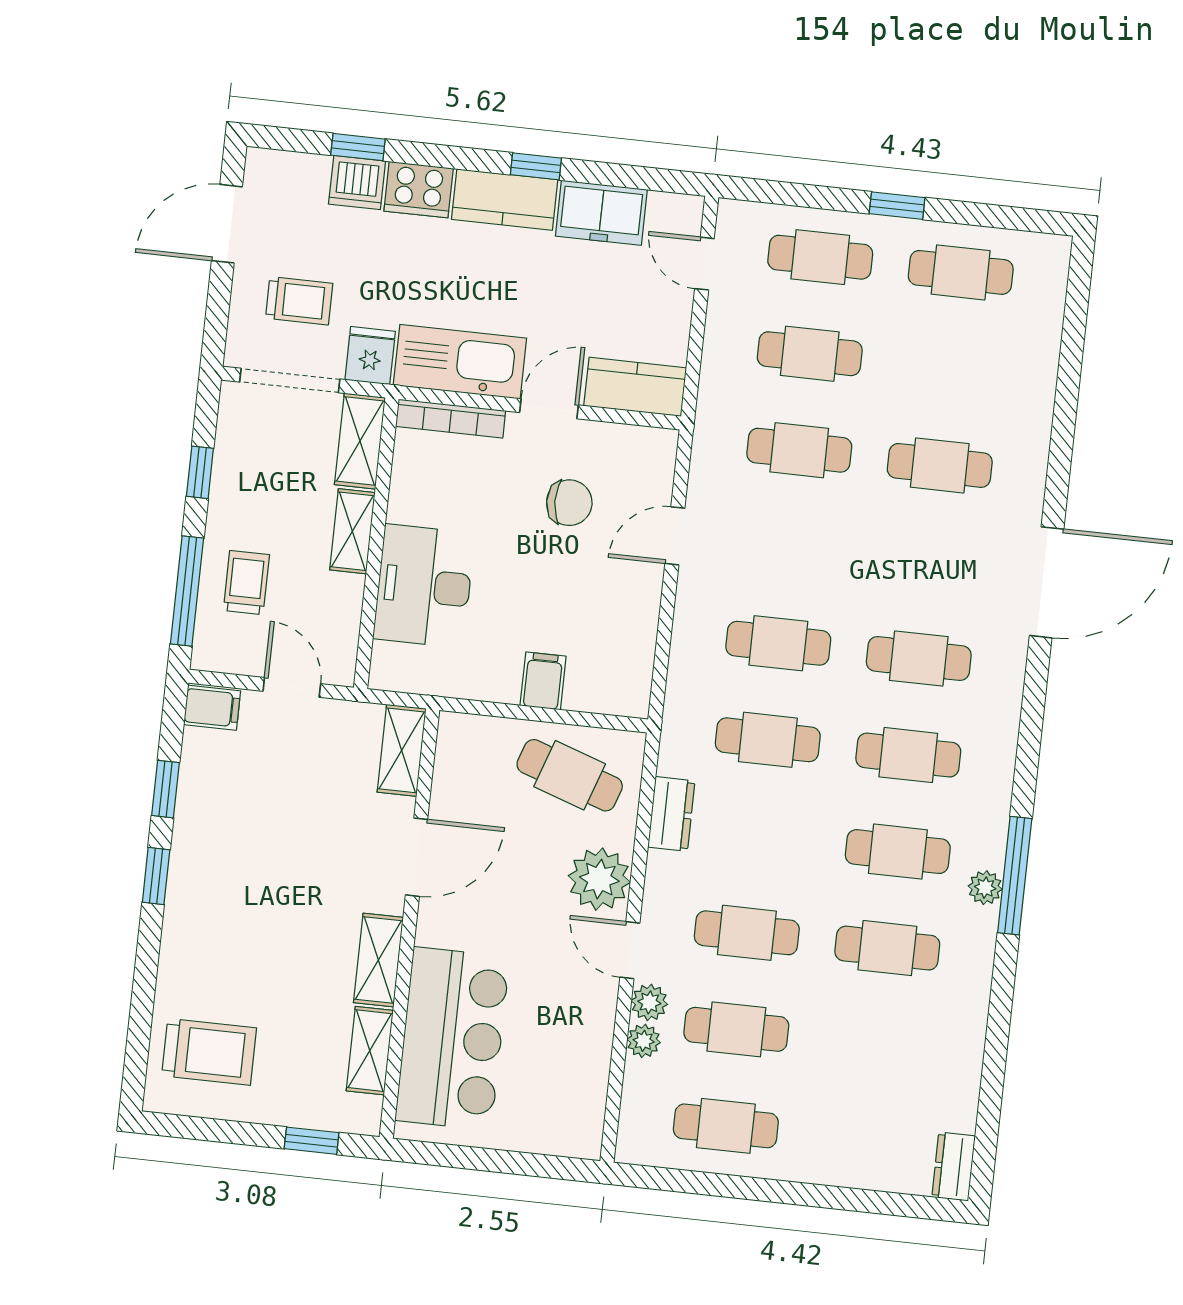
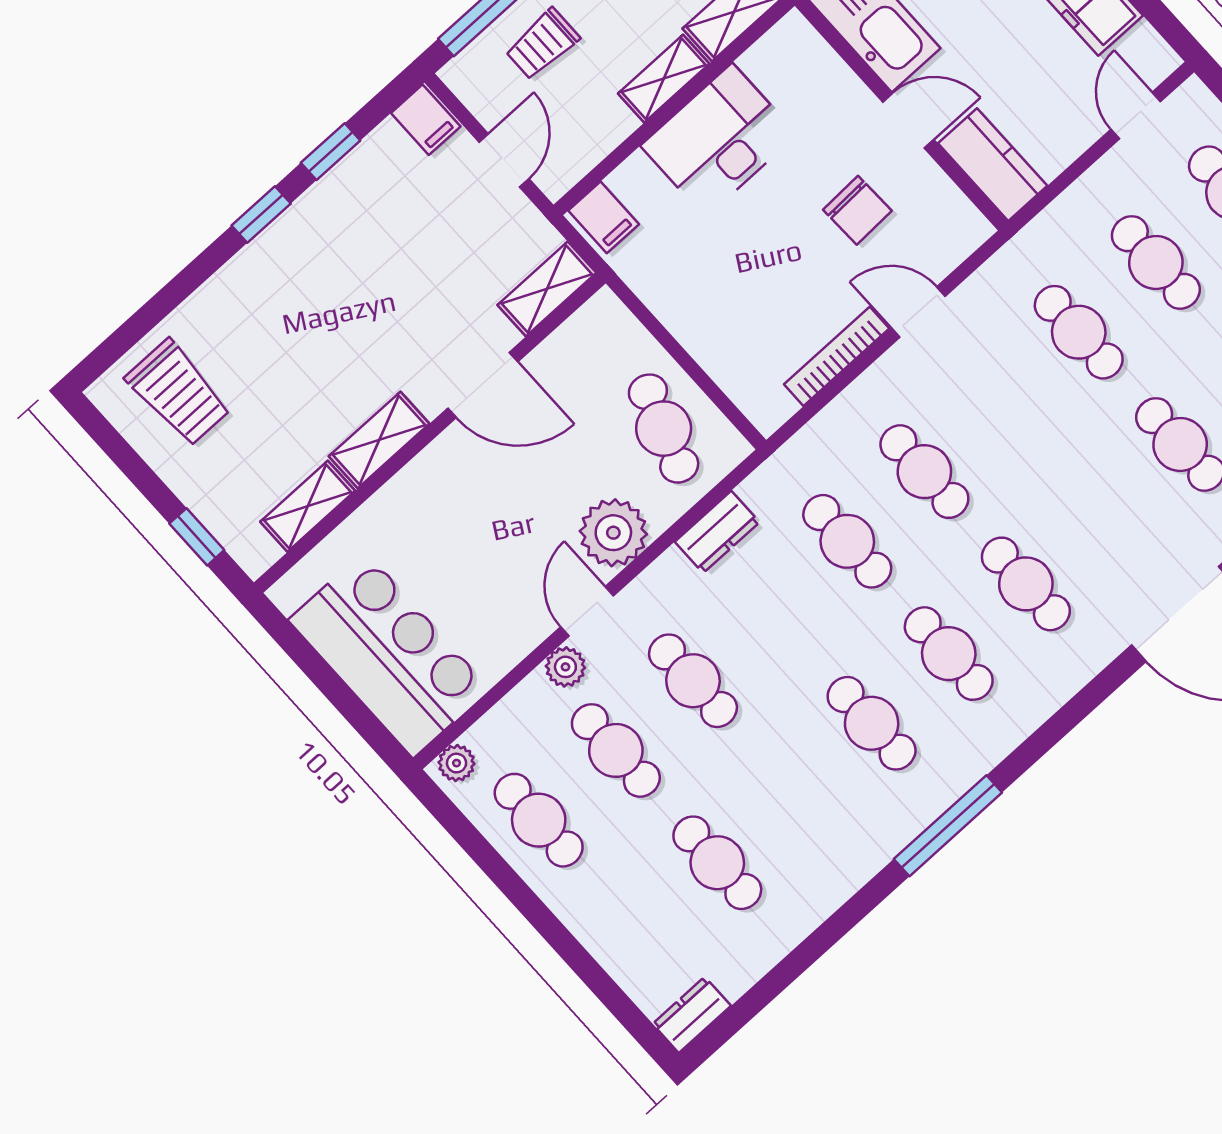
bookcase: (451, 419) -> (837, 356), moved, turned 90
trolley: (246, 583) -> (542, 44), turned 180
desk: (424, 586) -> (719, 140), moved
filing cabinet: (543, 681) -> (604, 217), moved, turned 90
plant: (985, 888) -> (916, 814), removed
cafe table: (887, 948) -> (717, 863), moved
bar counter: (452, 1039) -> (389, 654), moved, turned -90
plant: (644, 1041) -> (457, 763), moved

